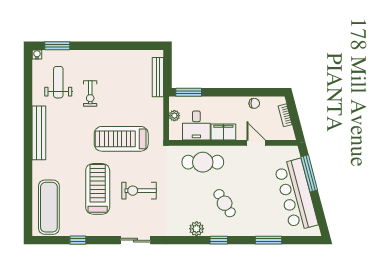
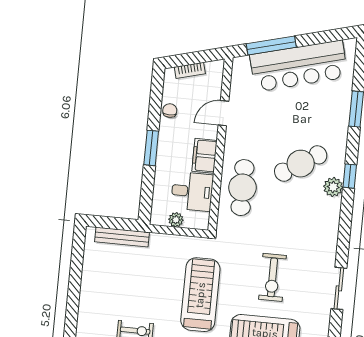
window: (189, 92) -> (151, 148), moved
treadmill: (121, 139) -> (200, 295), turned 180
cafe table: (225, 203) -> (301, 164), width x1.37, depth x1.35
plant: (197, 229) -> (333, 187), moved

